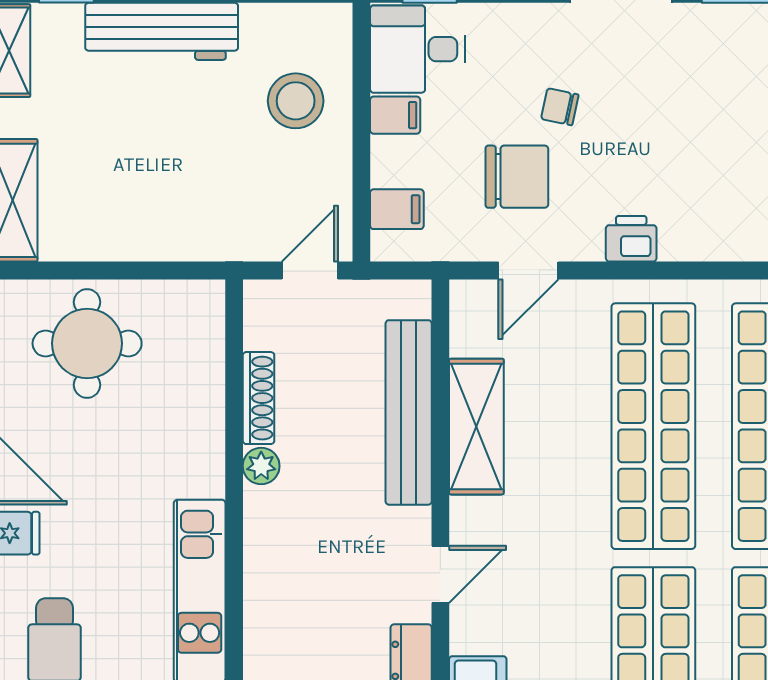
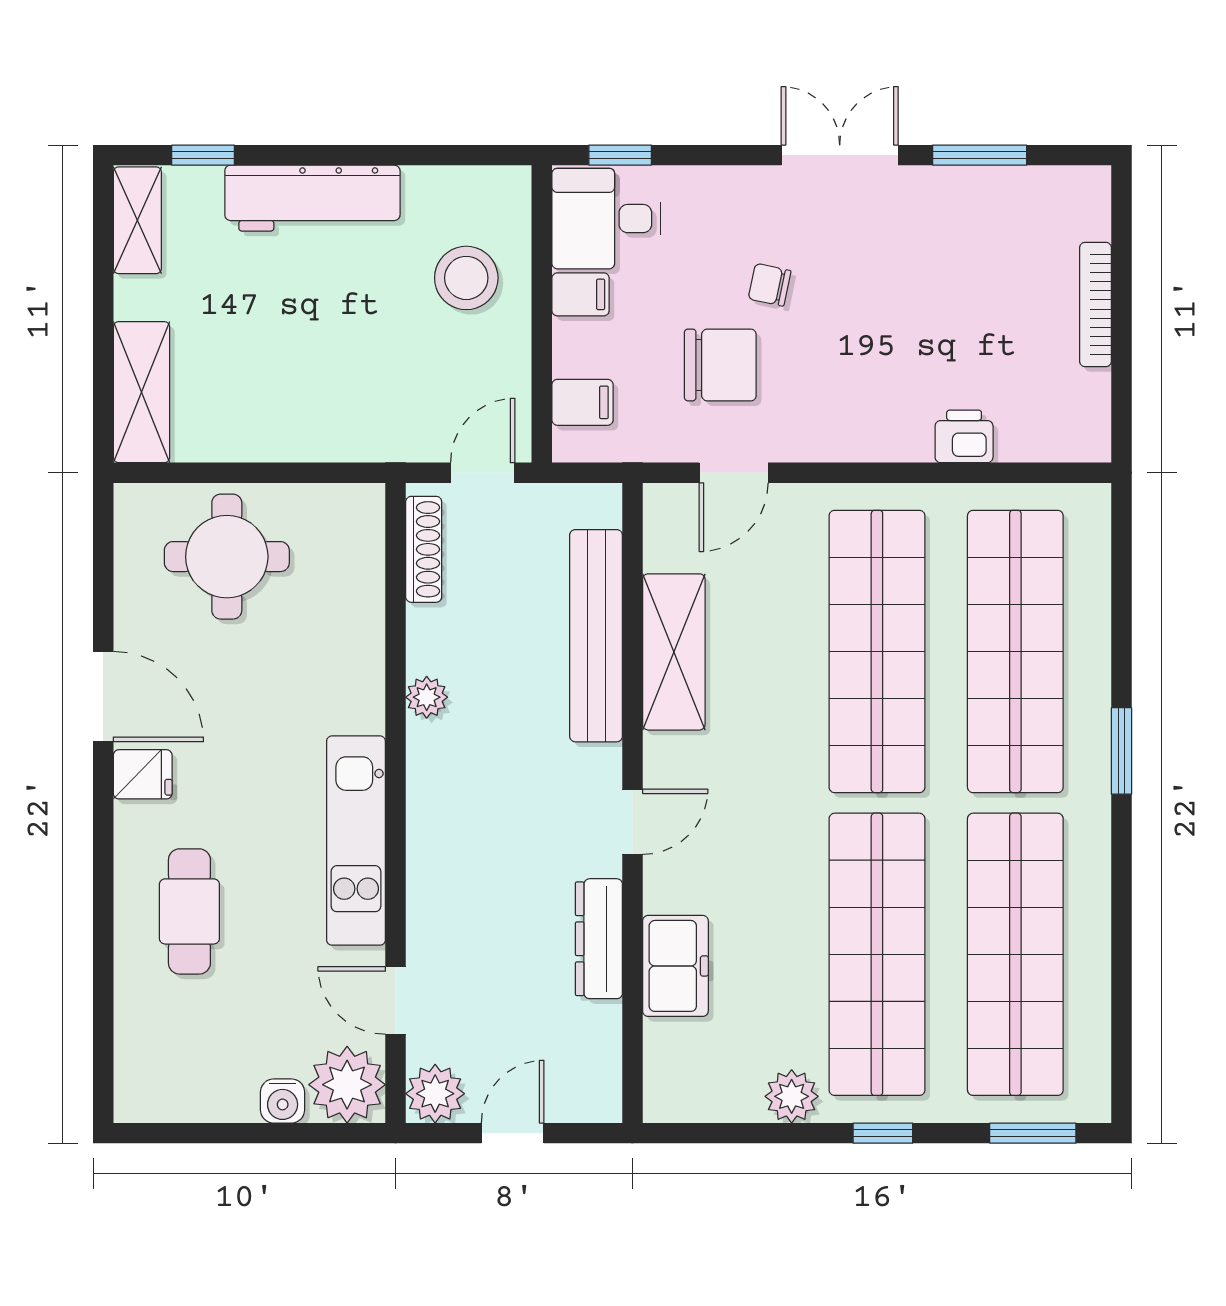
printer: (631, 239) -> (964, 436), moved
shoe rack: (259, 398) -> (424, 549), moved

